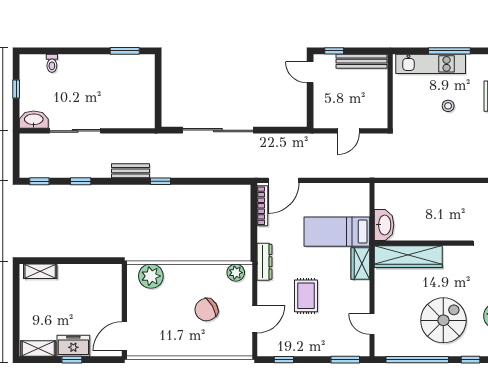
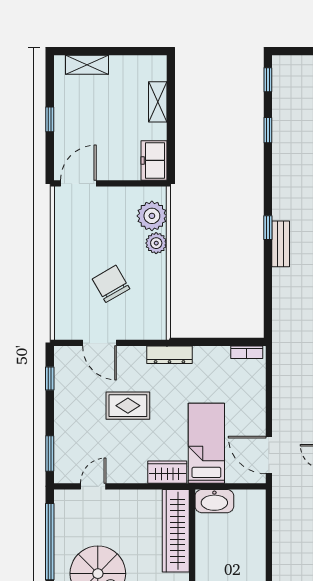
bench: (131, 171) -> (281, 244), moved
door: (284, 180) -> (269, 455), moved
bookcase: (262, 206) -> (247, 352), width x0.64
shelving: (40, 271) -> (158, 102), moved
plant: (236, 273) -> (156, 243), moved
door: (124, 336) -> (78, 183), hinge flipped
freezer: (73, 346) -> (154, 160), moved, turned 180
shelving: (38, 348) -> (87, 65), moved, turned 90

